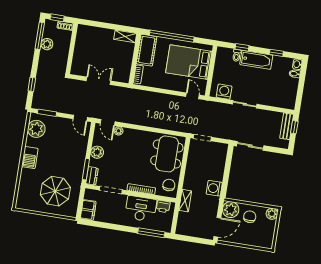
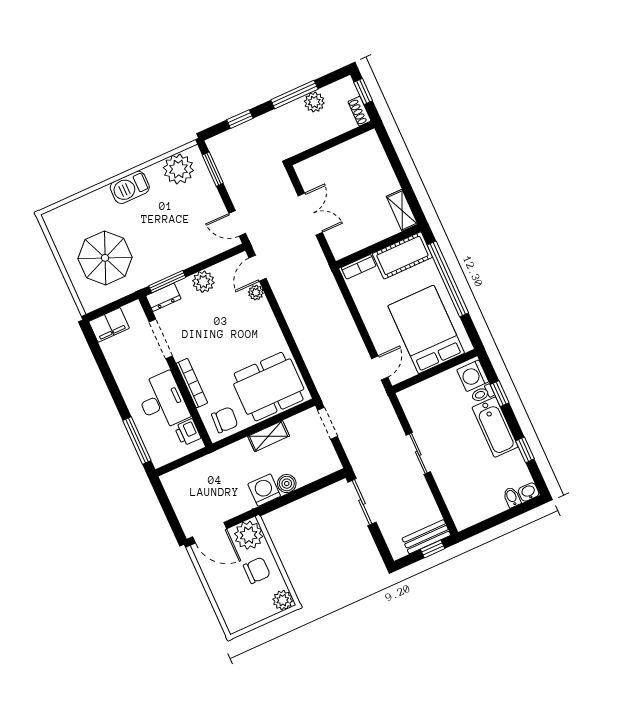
window: (40, 36) -> (294, 94), moved
washing machine: (224, 92) -> (473, 376), moved, turned 180
door: (80, 118) -> (237, 223), hinge flipped
boiler: (218, 176) -> (287, 484), added
shelving: (185, 201) -> (269, 436), moved

